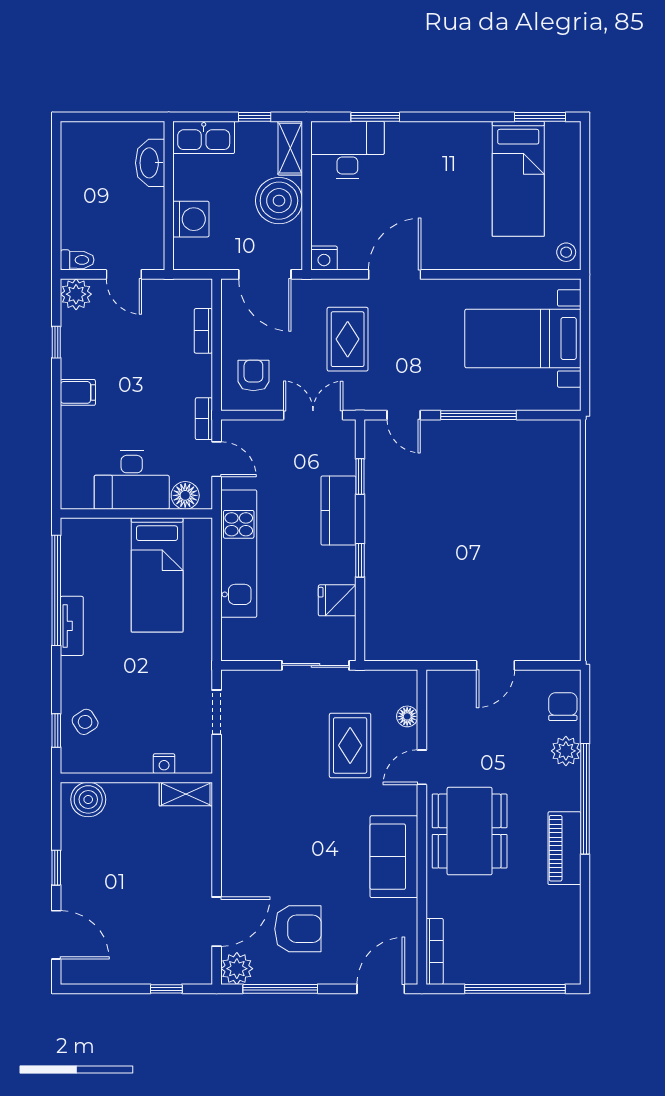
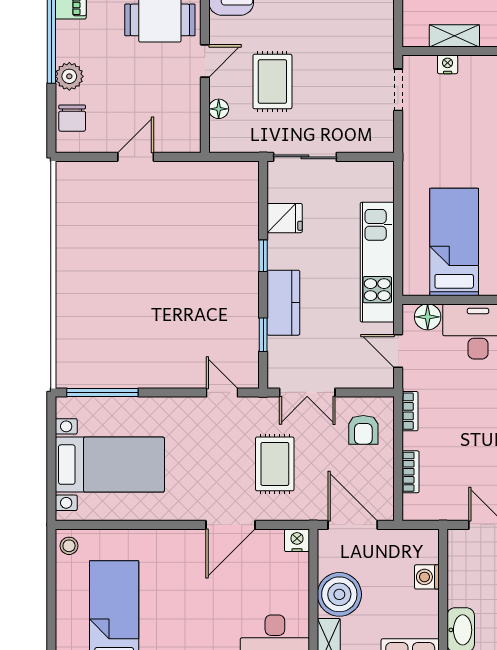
washing machine: (191, 219) -> (427, 577), width x0.73, depth x0.73
window: (478, 415) -> (102, 392), moved
bookcase: (204, 419) -> (410, 411), moved
doorway: (217, 712) -> (398, 90), moved
shelving: (186, 794) -> (454, 36), moved

